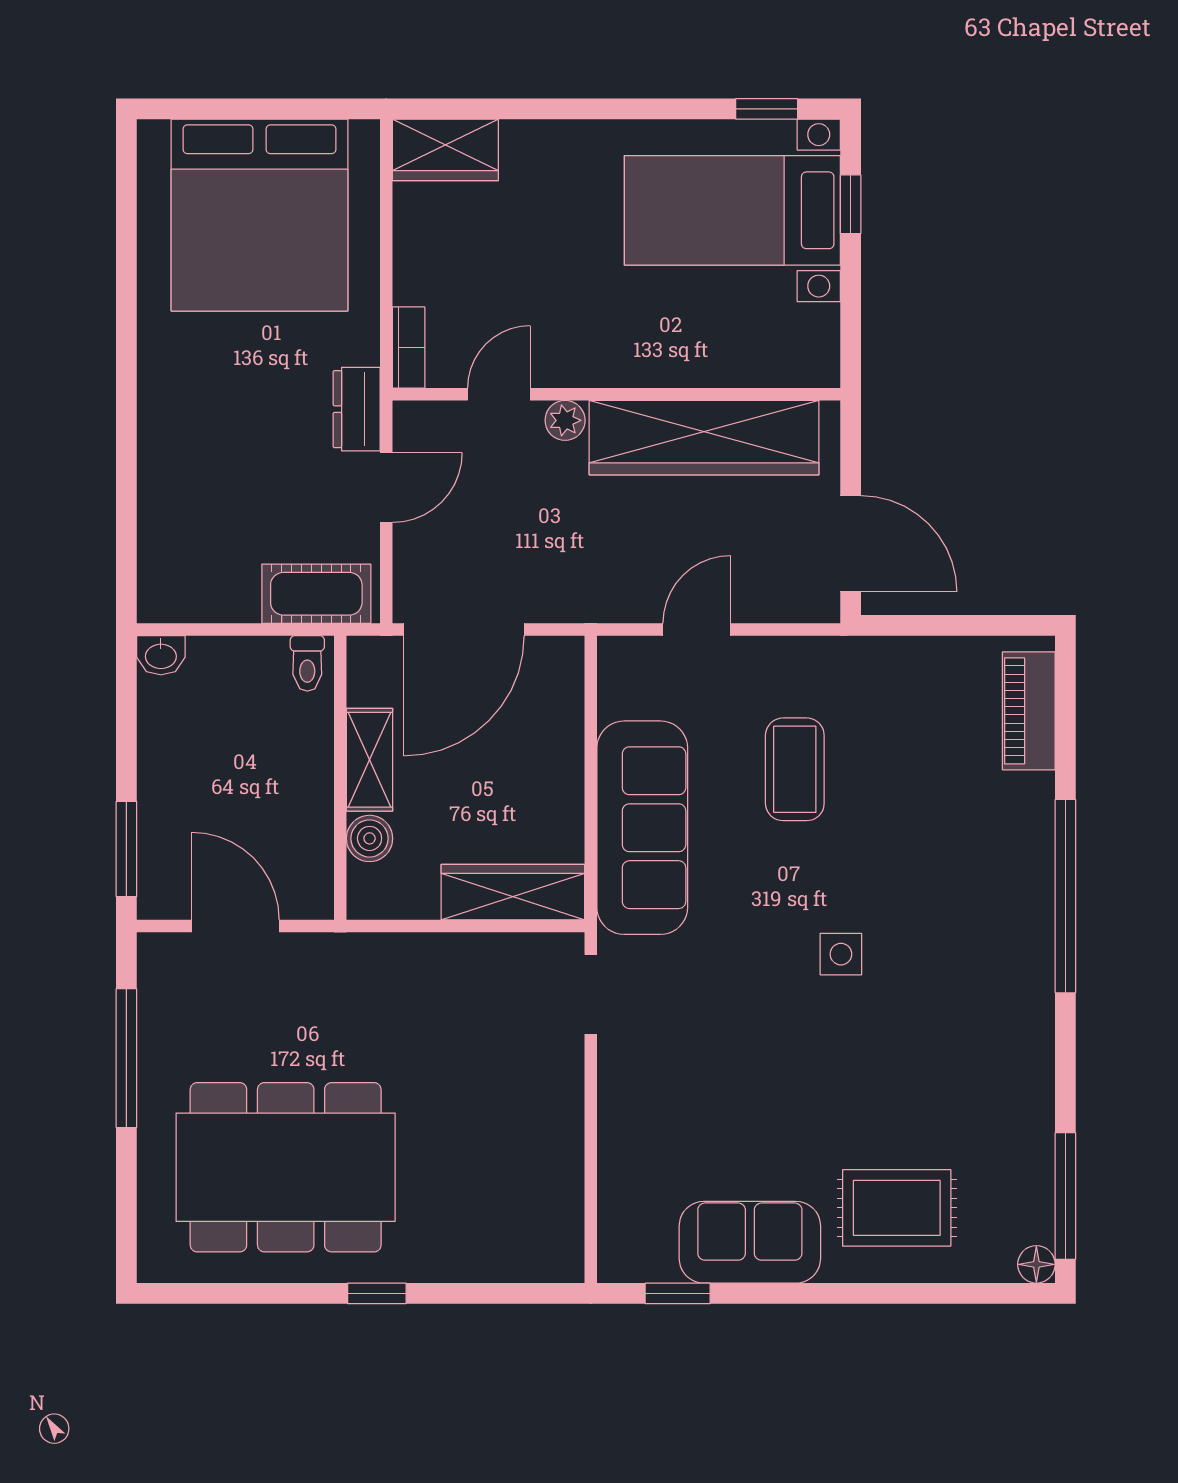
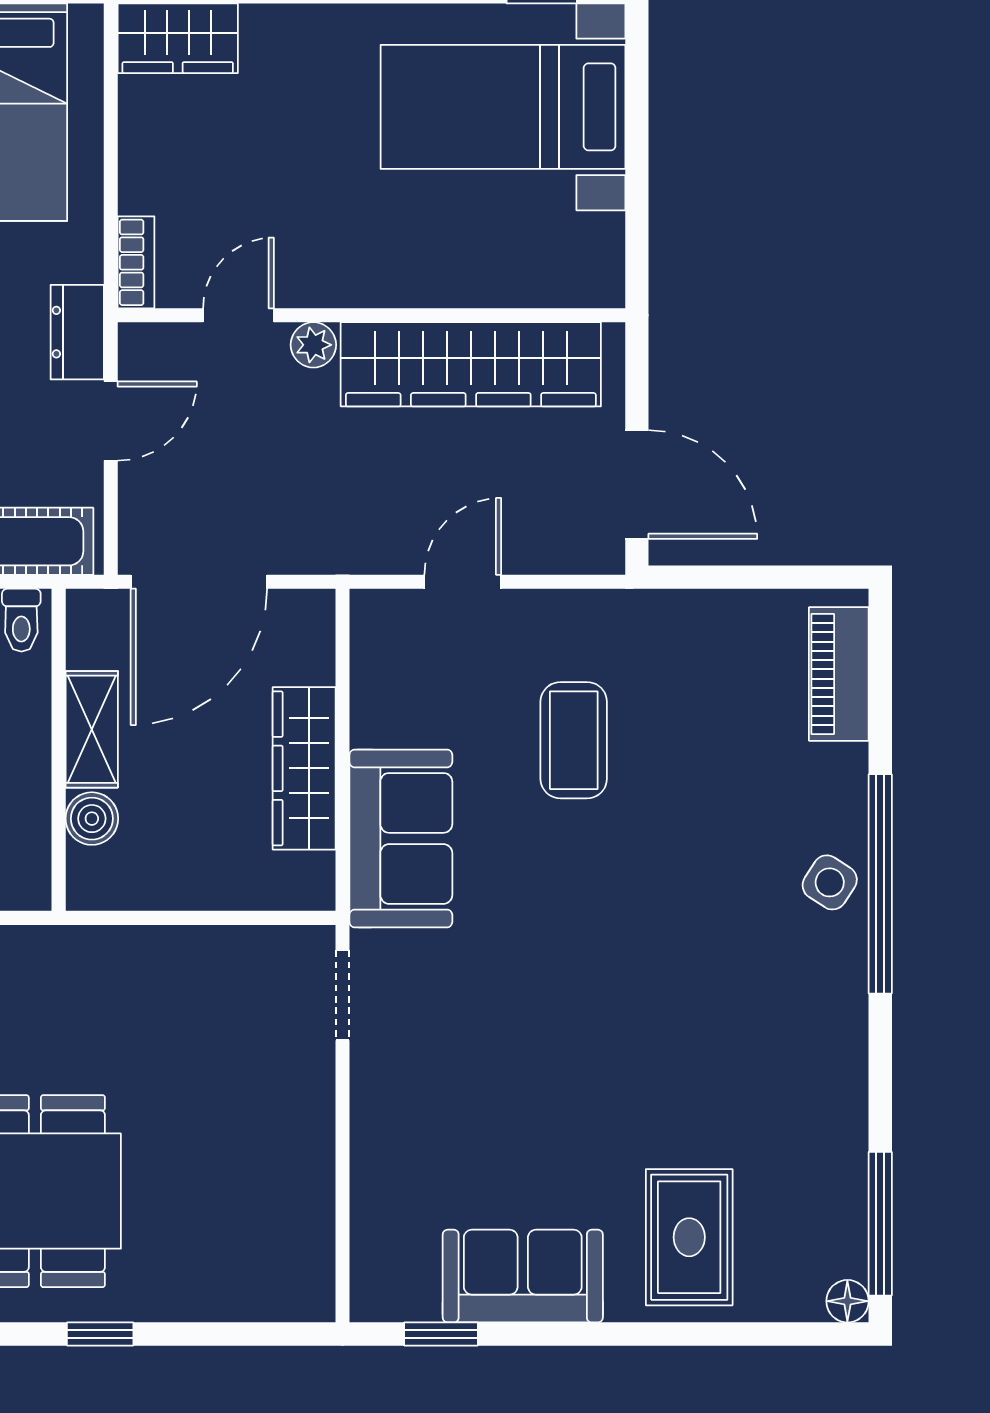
window: (851, 204) -> (637, 100), removed
sofa: (642, 828) -> (401, 838), width x0.73
wardrobe: (513, 892) -> (304, 768), moved, turned -90
side table: (841, 954) -> (830, 882), moved, turned 33
rug: (897, 1208) -> (689, 1237), turned 90

